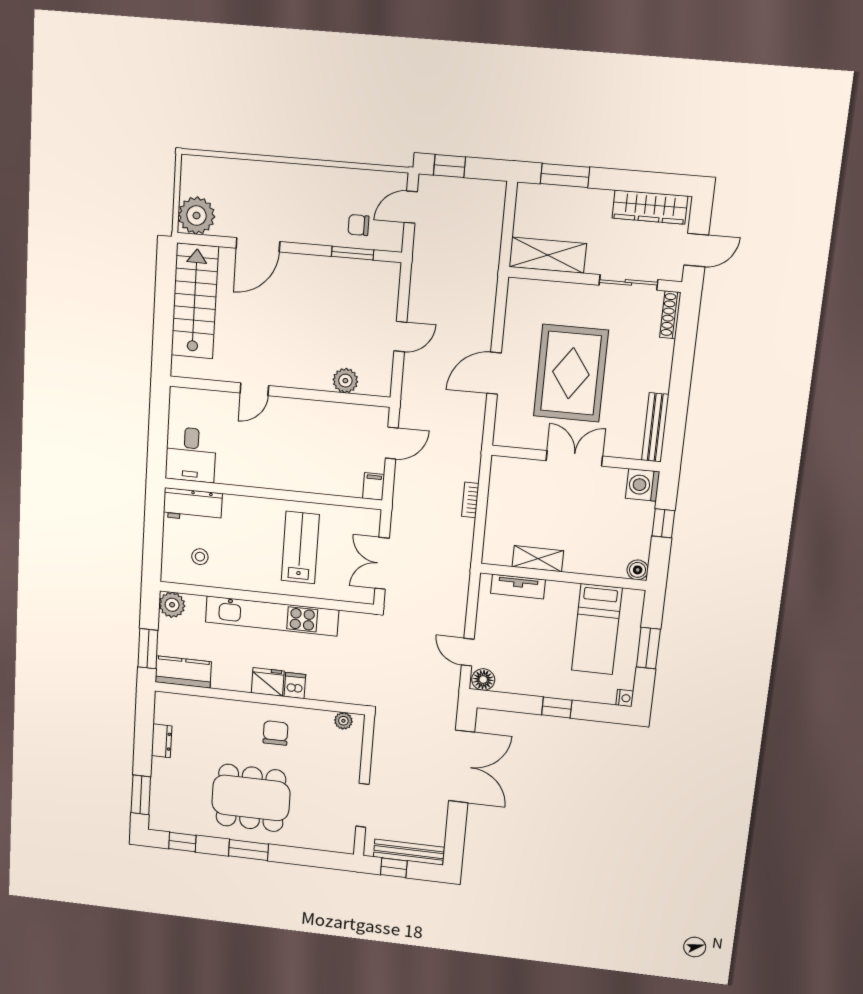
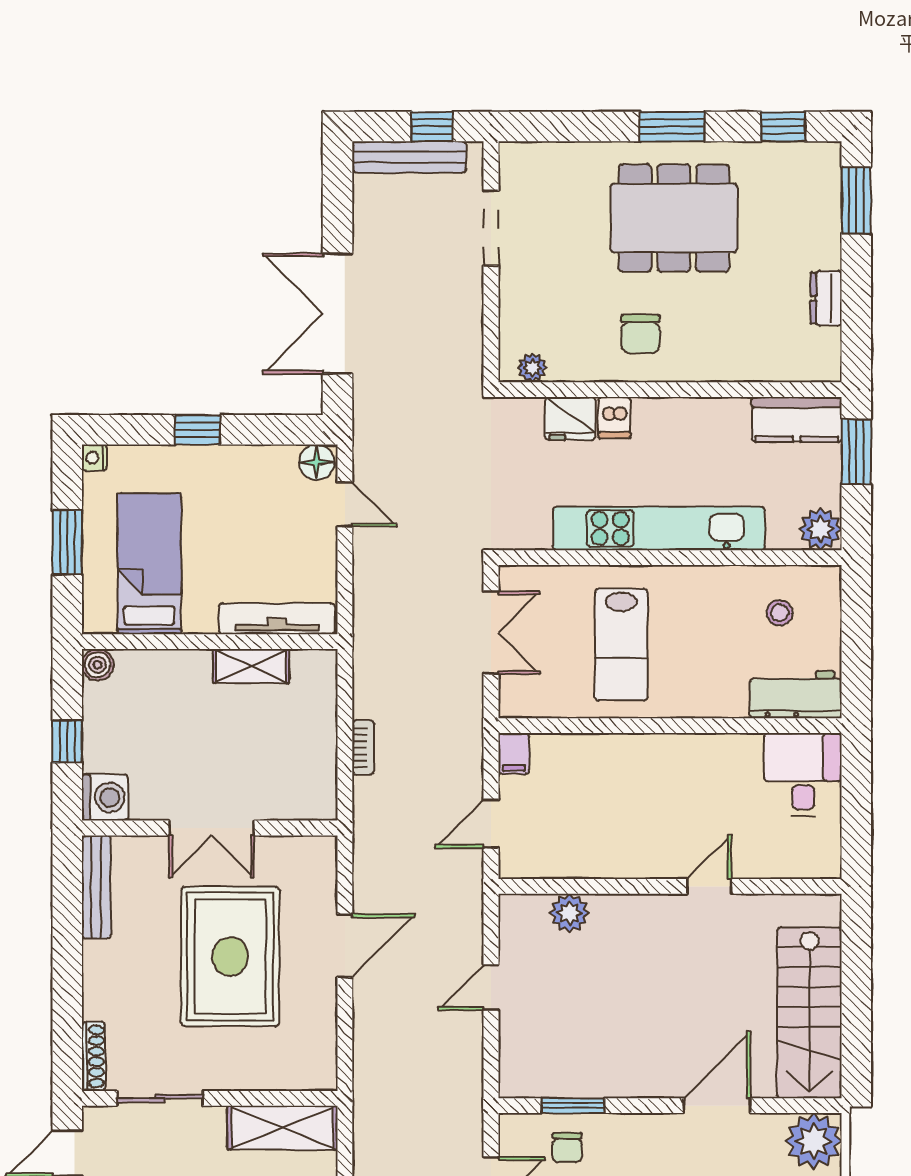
chair: (358, 225) -> (567, 1148), turned 90
tv unit: (518, 587) -> (277, 619), width x1.41
fridge: (268, 682) -> (570, 418), moved

